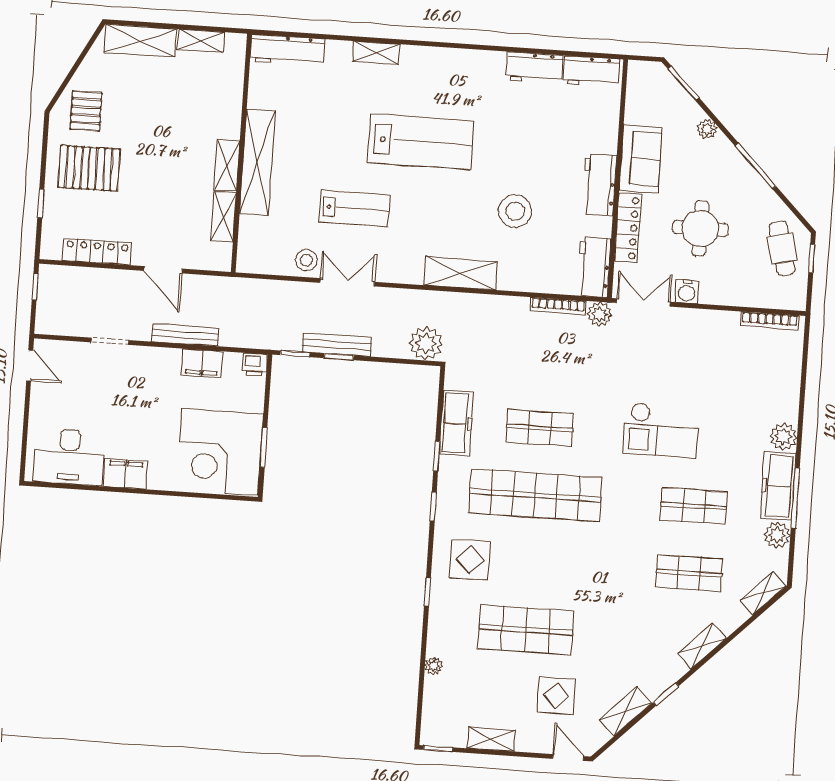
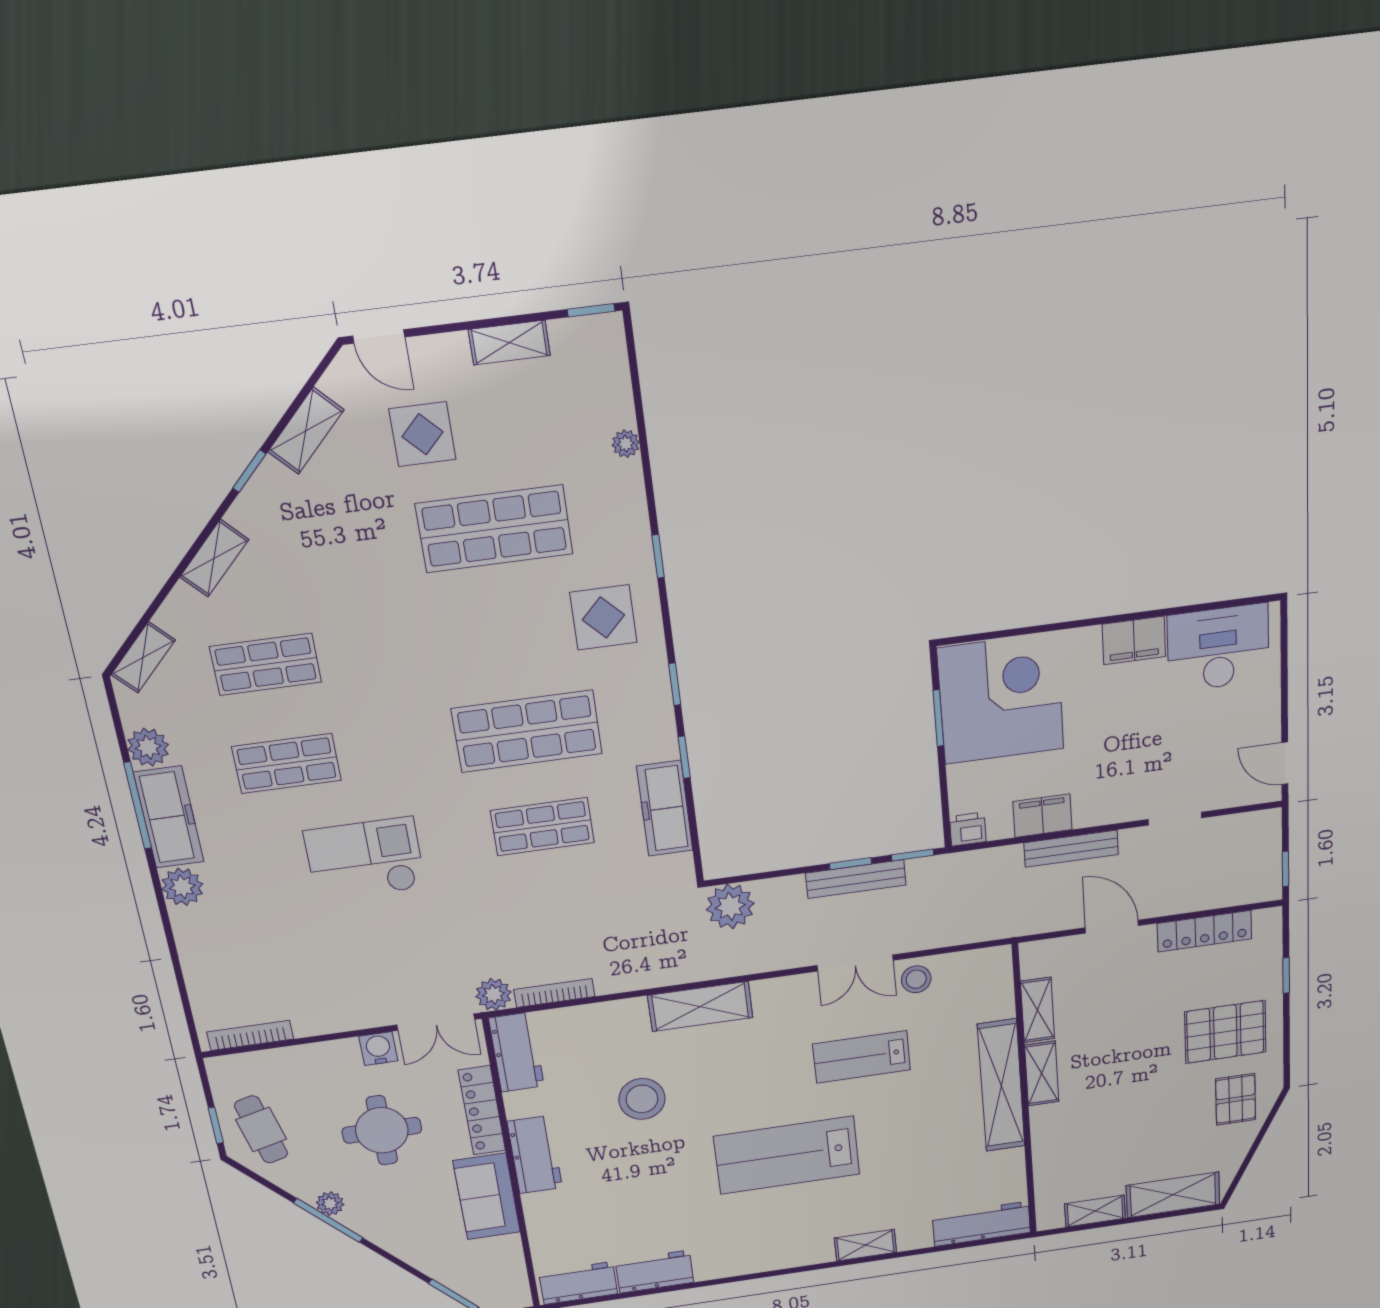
plant: (707, 129) -> (330, 1204), moved
shop shelf: (535, 495) -> (527, 731), width x0.71

